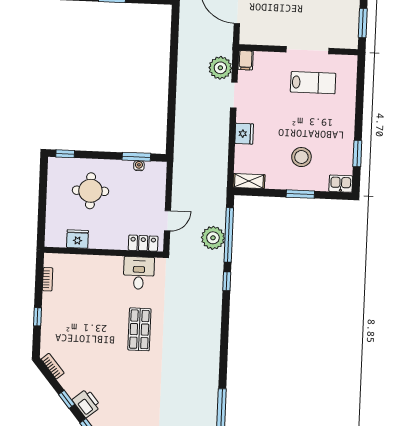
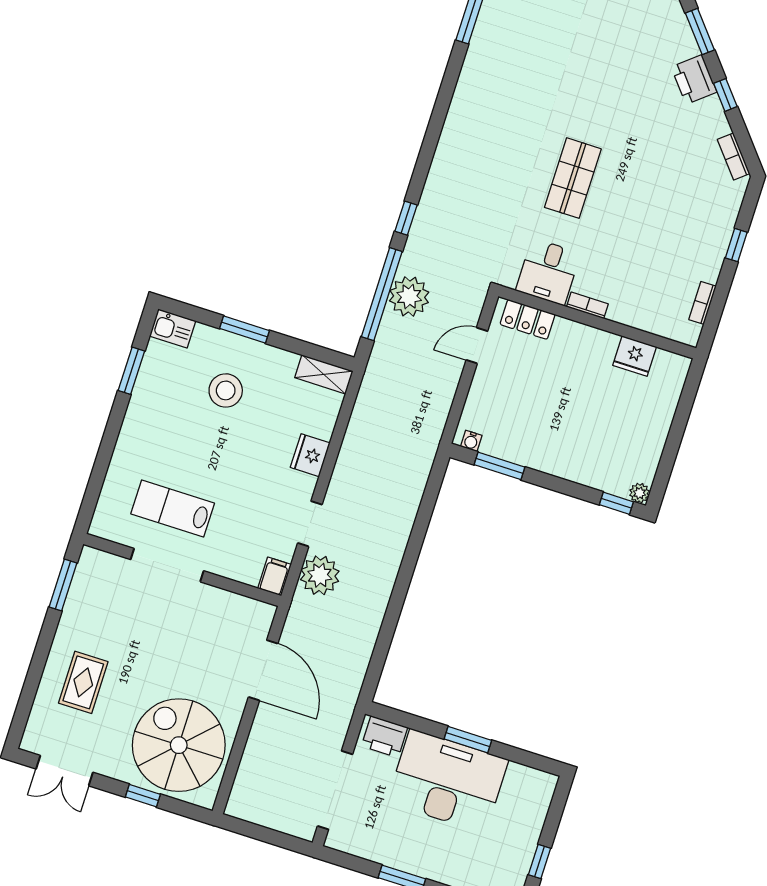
plant: (54, 163) -> (639, 493), added
water cooler: (139, 166) -> (471, 441), moved
round table: (90, 191) -> (591, 430), removed
bookcase: (112, 260) -> (587, 305), added

